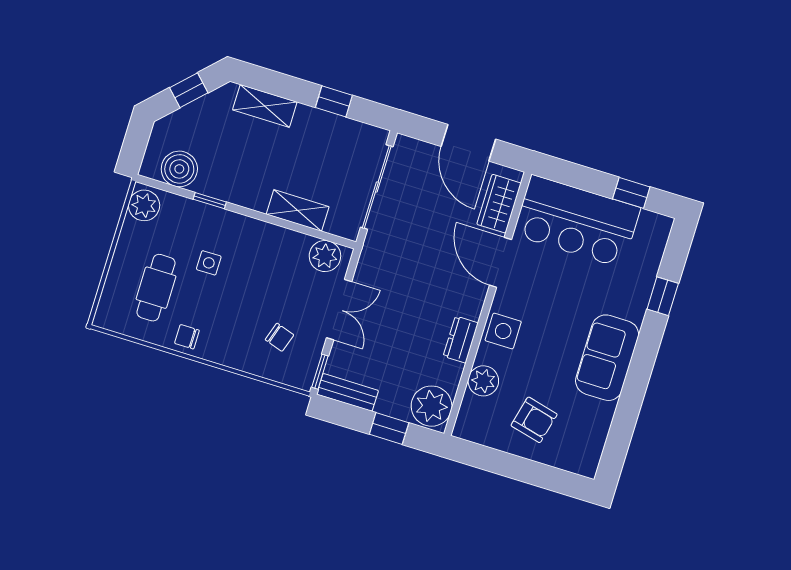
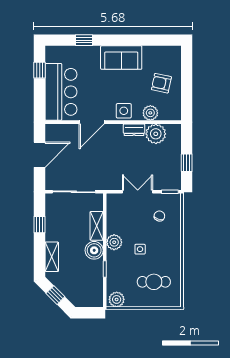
boiler: (179, 169) -> (94, 250), moved
wardrobe: (499, 204) -> (64, 131), removed
plant: (325, 256) -> (114, 242), moved
side table: (209, 263) -> (140, 249), moved
chair: (187, 337) -> (173, 260), removed
bench: (347, 392) -> (176, 176), removed
plant: (432, 406) -> (156, 134), moved
armchair: (534, 420) -> (161, 83), turned -92
window: (389, 429) -> (187, 163), moved

